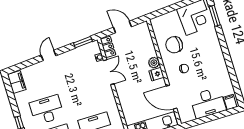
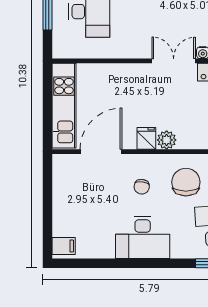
double door: (109, 72) -> (174, 61), swing flipped
desk: (208, 103) -> (143, 237), moved, turned -90

